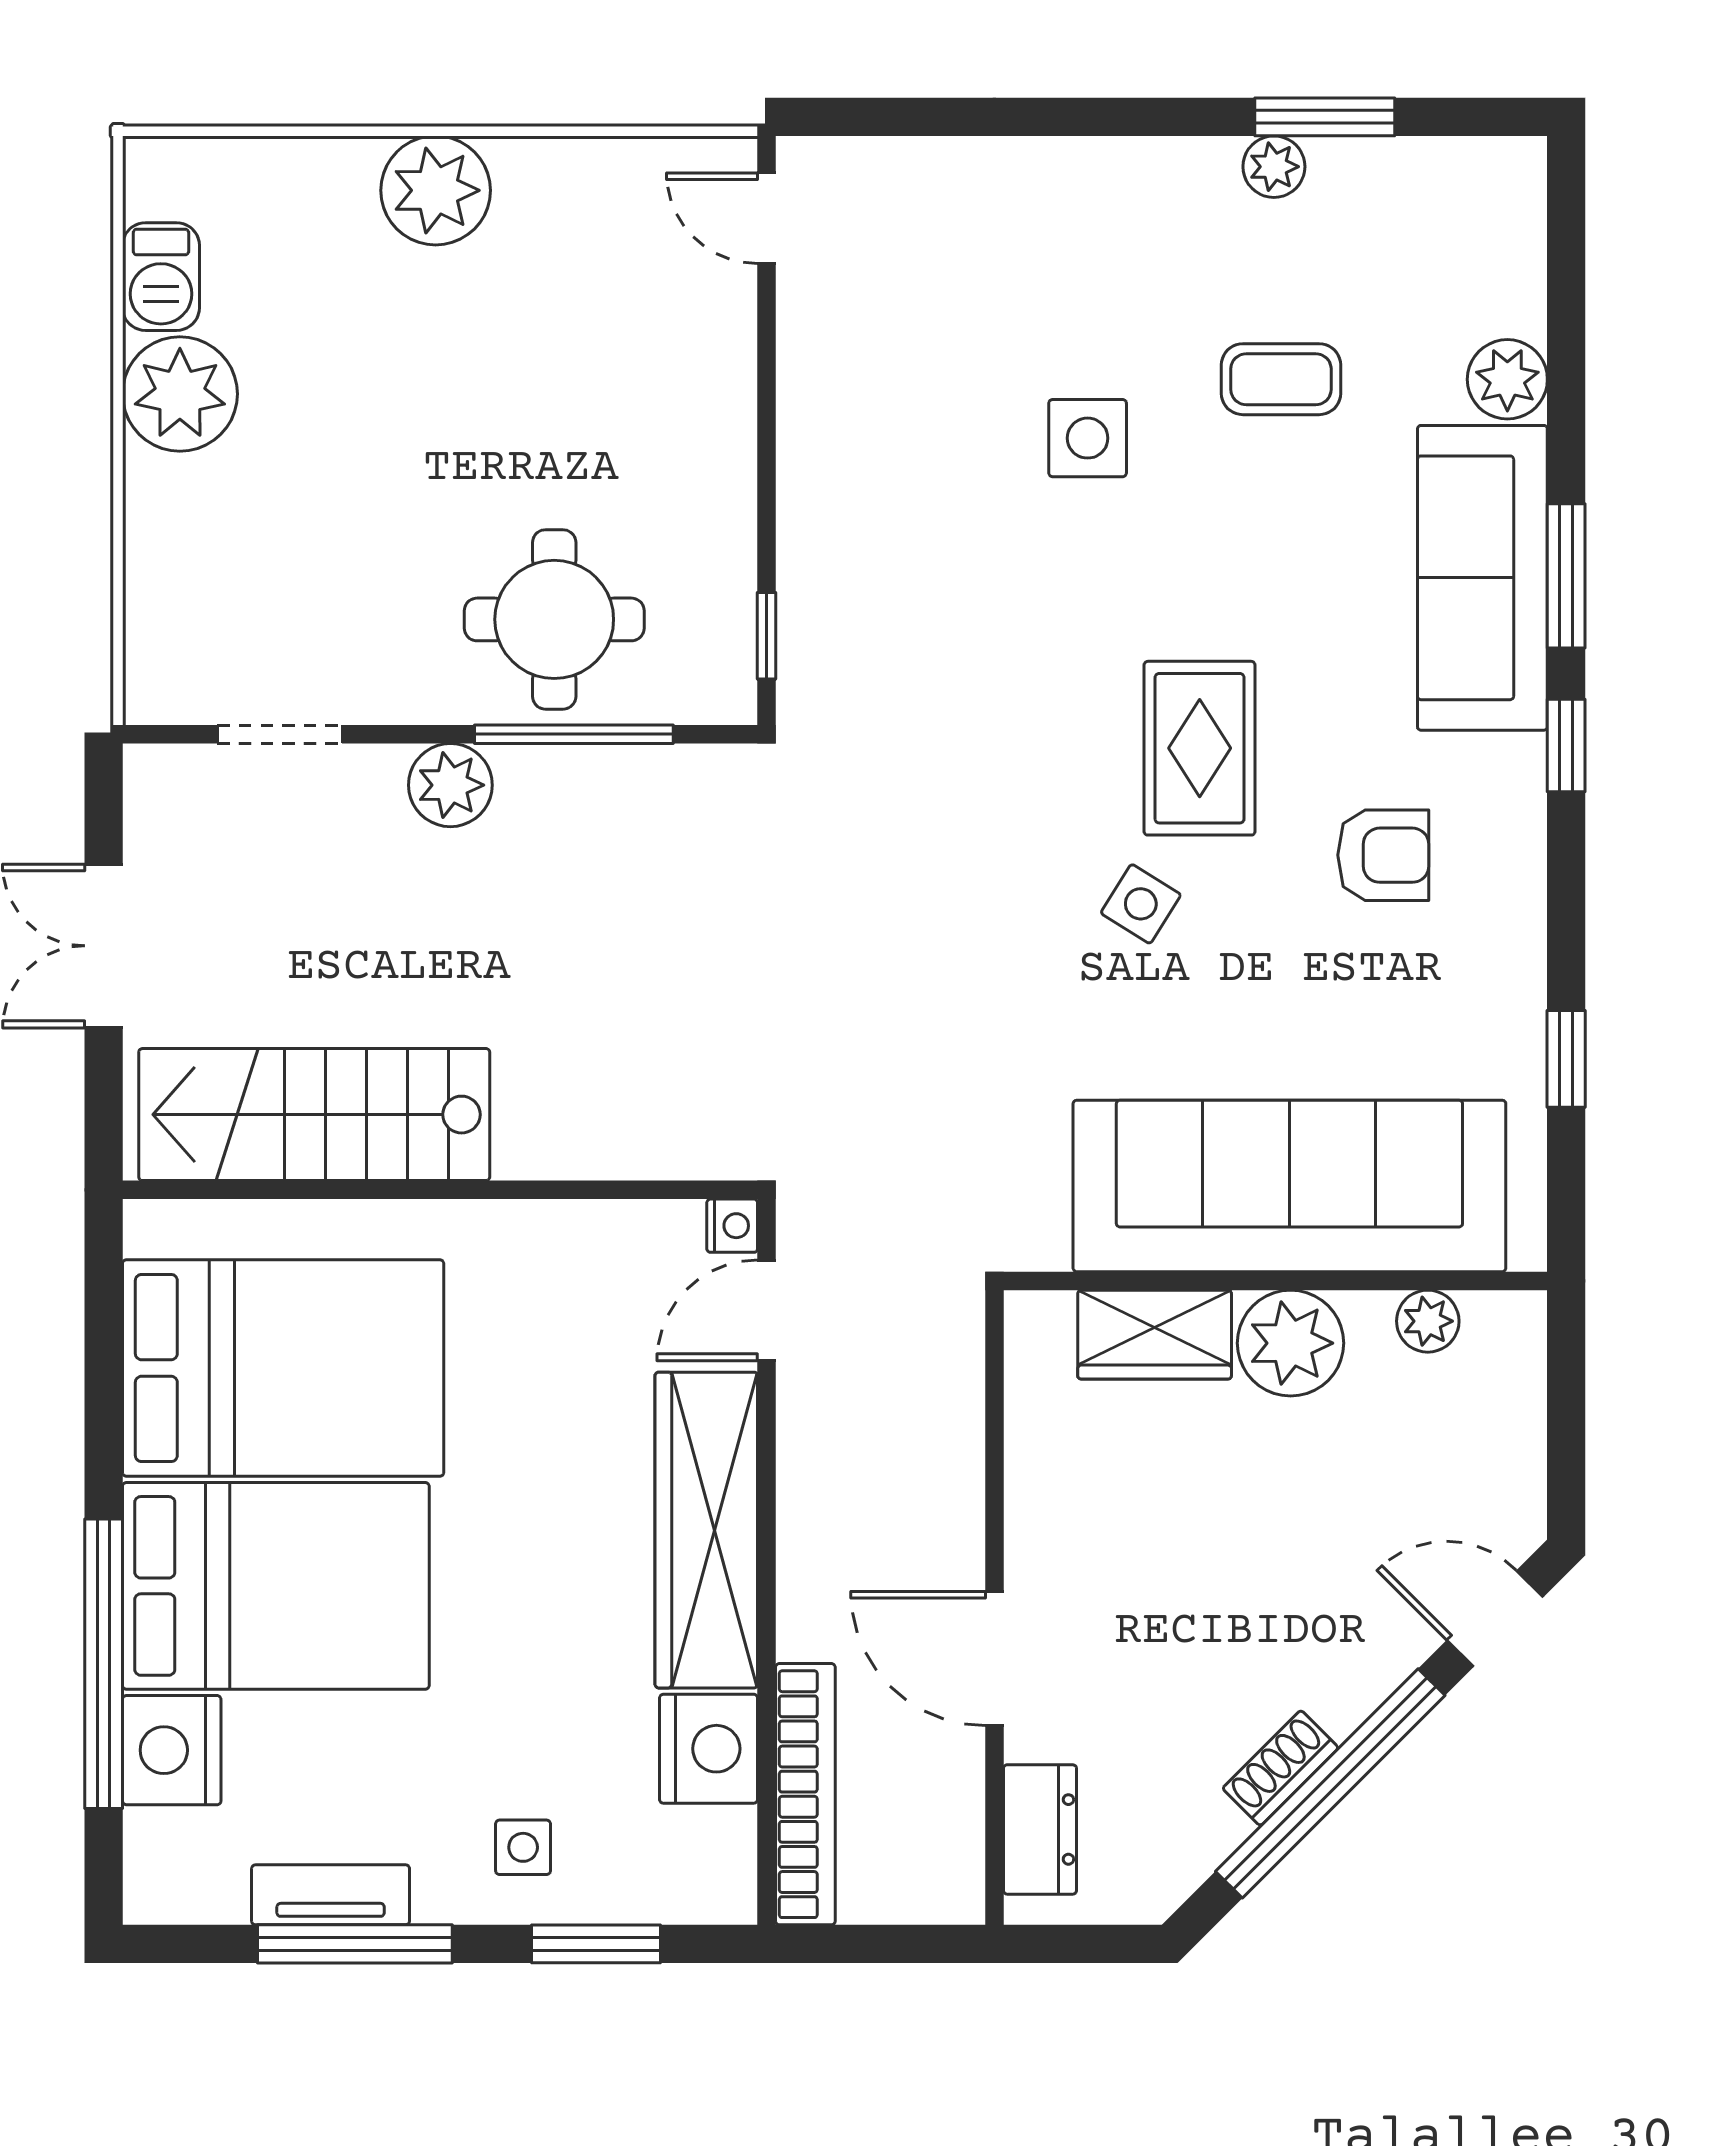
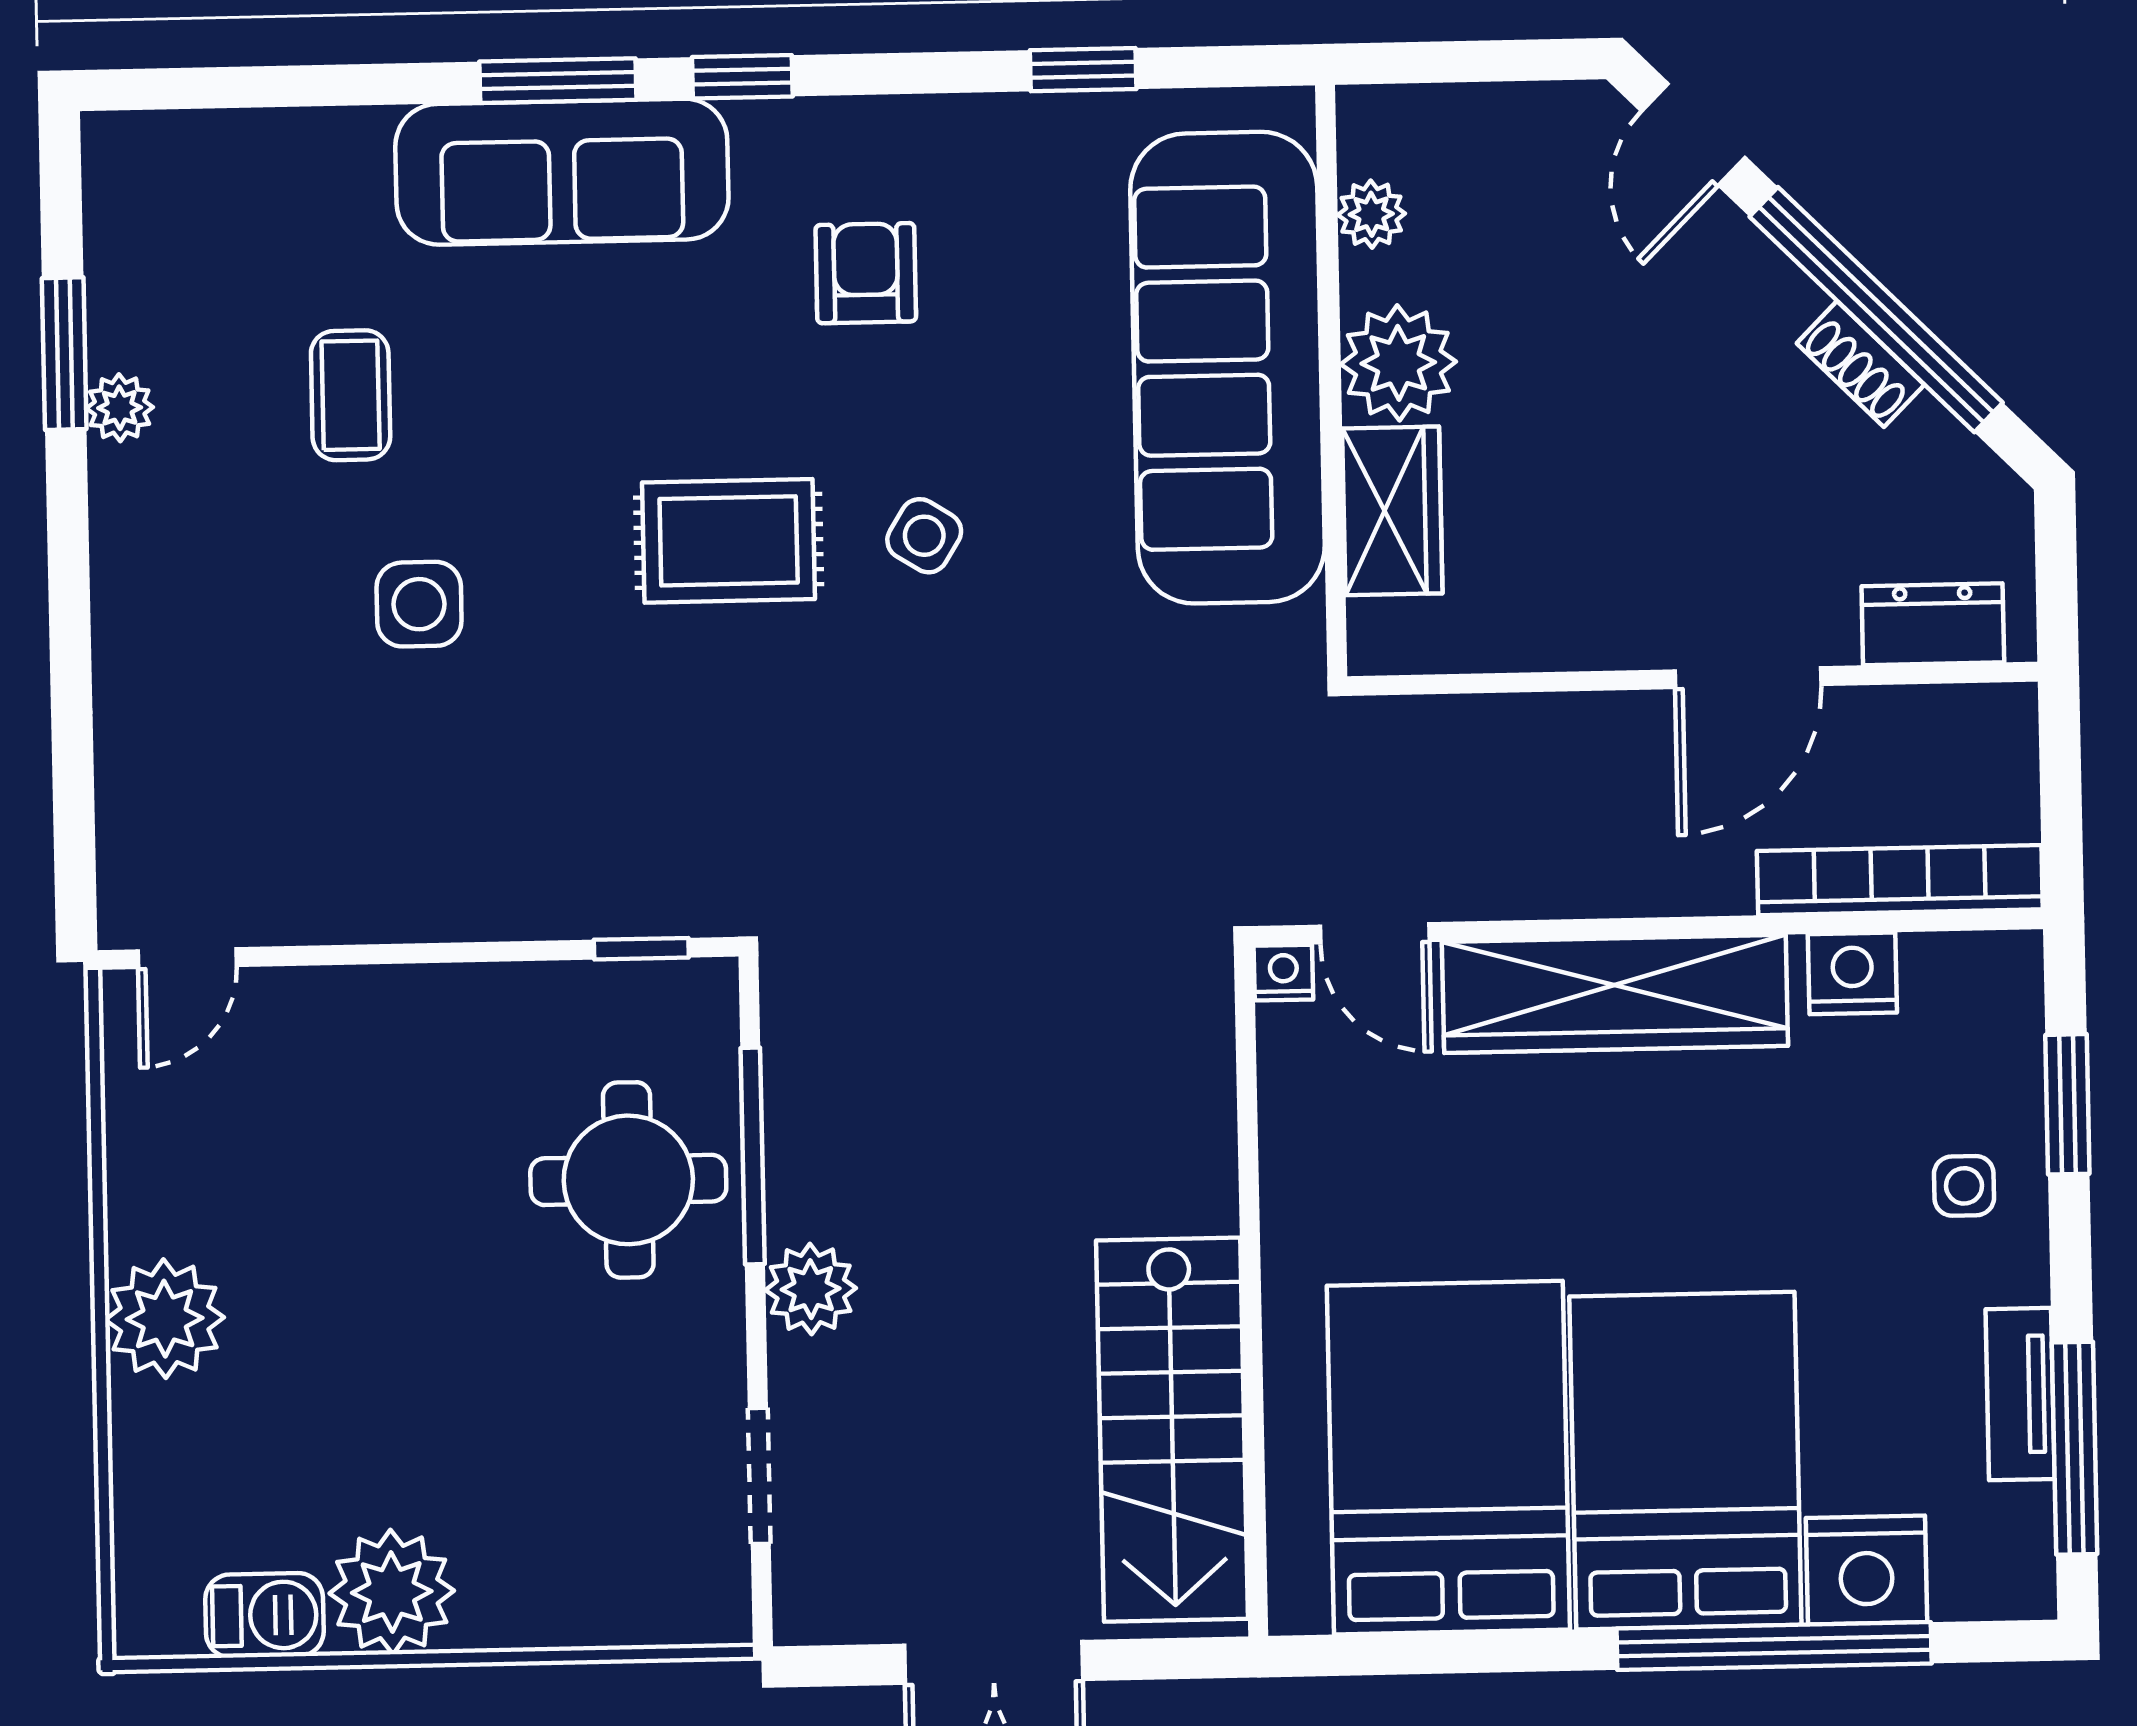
plant: (1507, 379) -> (346, 149), removed
rug: (1200, 748) -> (729, 541), moved
nightstand: (709, 1749) -> (1852, 973), width x0.74, depth x0.75
window: (355, 1944) -> (2075, 1448), moved

